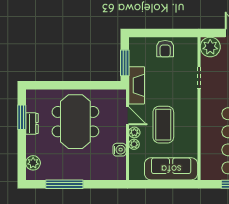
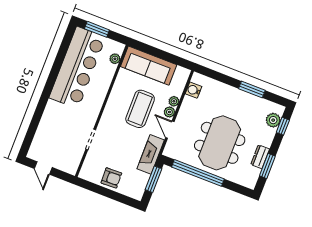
plant: (210, 47) -> (115, 59), moved, width x0.53, depth x0.53
armchair: (165, 49) -> (111, 178), turned 88
window: (85, 85) -> (198, 173), added
water cooler: (120, 150) -> (193, 90), moved
window: (22, 161) -> (283, 126), added
window: (64, 184) -> (252, 89), width x0.69

